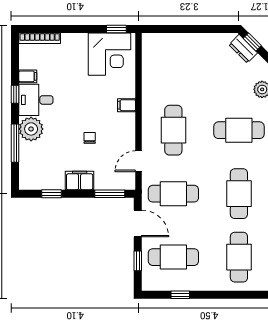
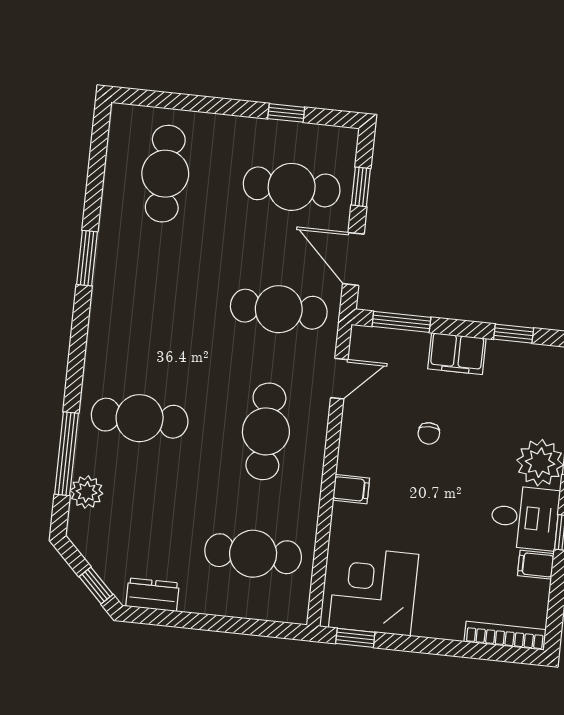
dresser: (243, 49) -> (152, 595), moved, turned -45
cafe table: (239, 194) -> (253, 554), moved, turned 90

